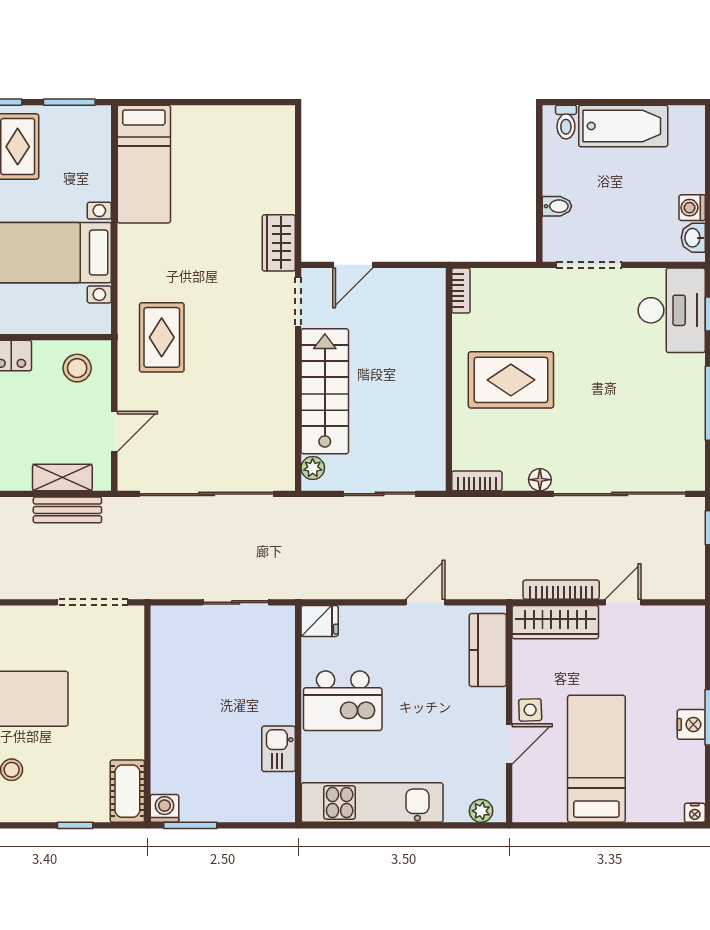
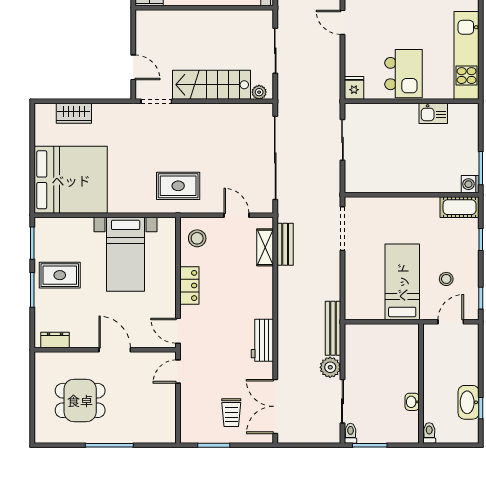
bed: (144, 164) -> (71, 180), width x2.04
wardrobe: (279, 243) -> (74, 113), moved

